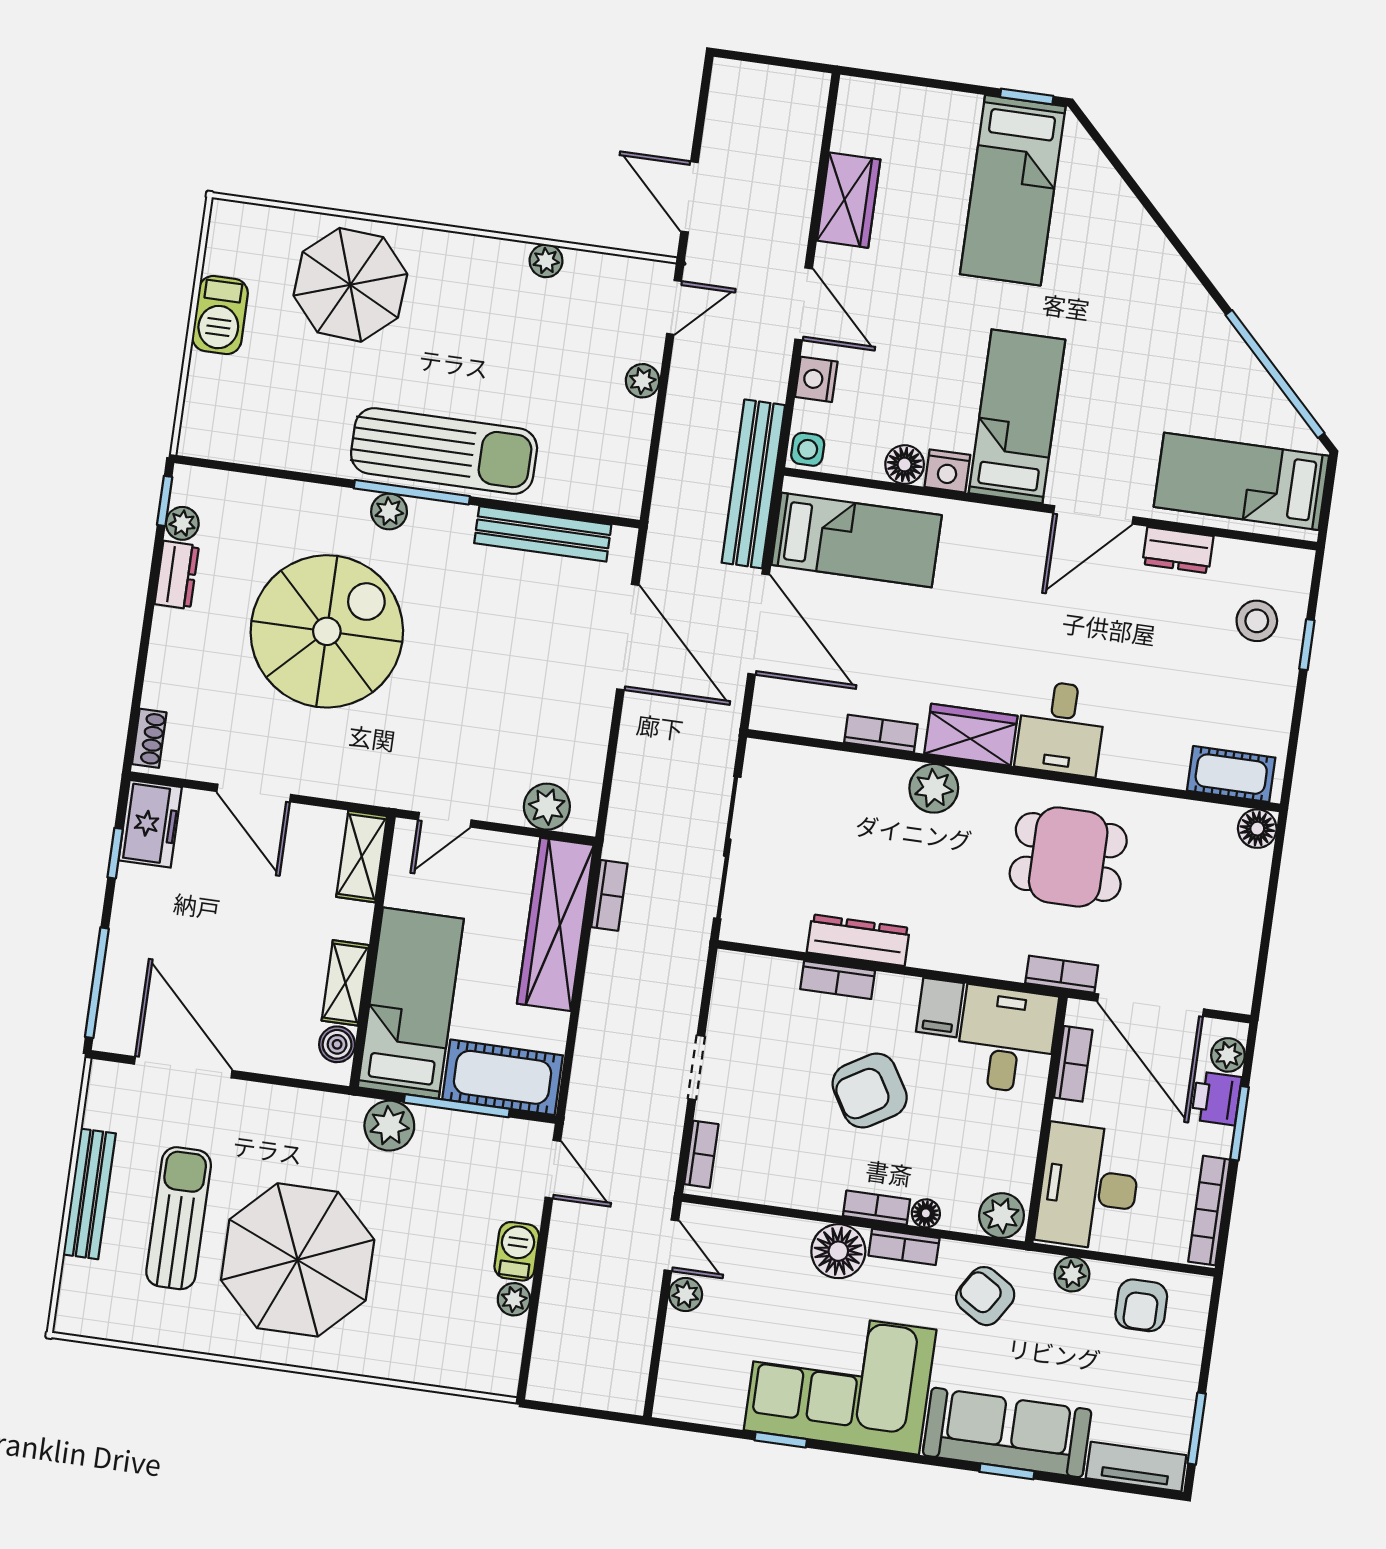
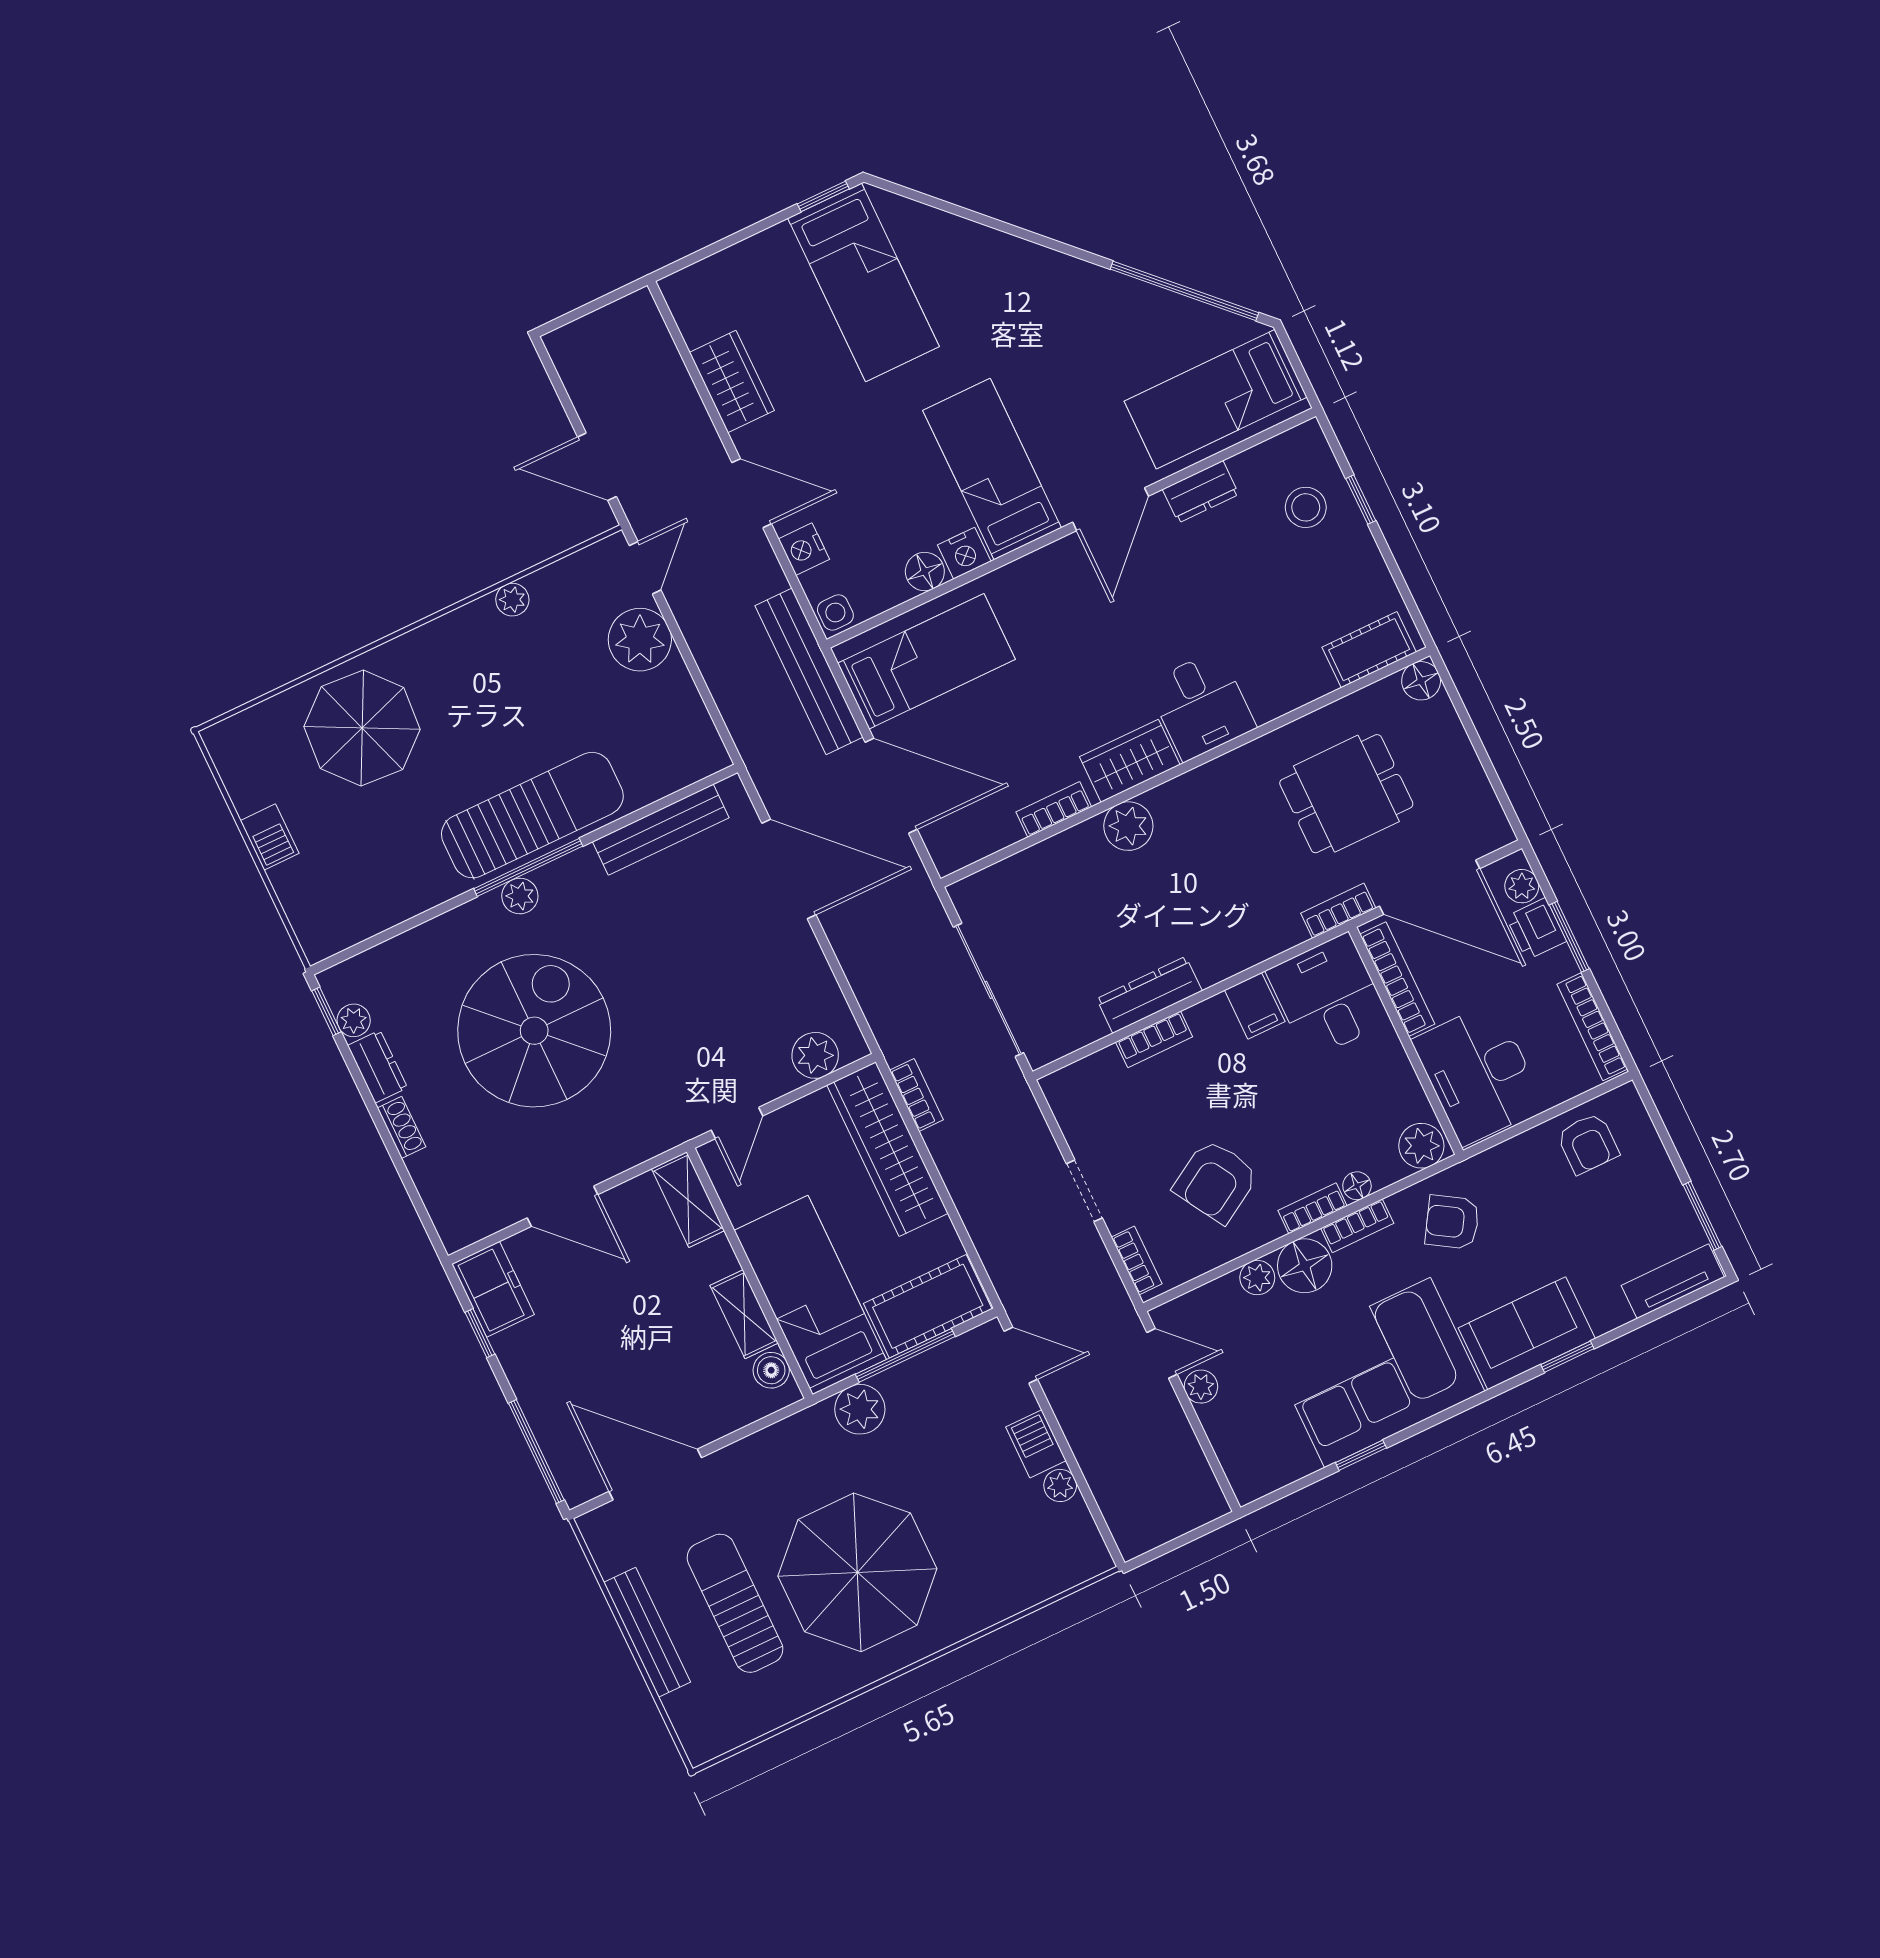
barbecue: (220, 315) -> (270, 837), width x0.73, depth x0.79
plant: (643, 381) -> (640, 640), width x1.88, depth x1.88
shoe rack: (149, 738) -> (402, 1127), moved
dining table: (1068, 857) -> (1346, 794), moved
bookcase: (1073, 1064) -> (1397, 979), width x1.56
armchair: (870, 1091) -> (1216, 1181), moved
plant: (1072, 1274) -> (1257, 1278), moved
sofa: (1007, 1433) -> (1527, 1333), width x0.73

